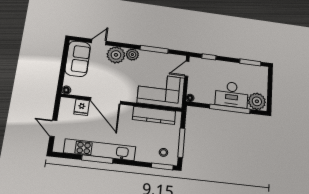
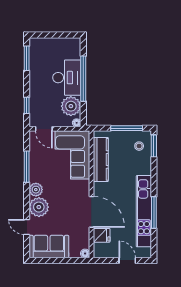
door: (105, 101) -> (91, 212), hinge flipped
plant: (257, 101) -> (71, 106), moved
door: (53, 128) -> (127, 260), swing flipped

